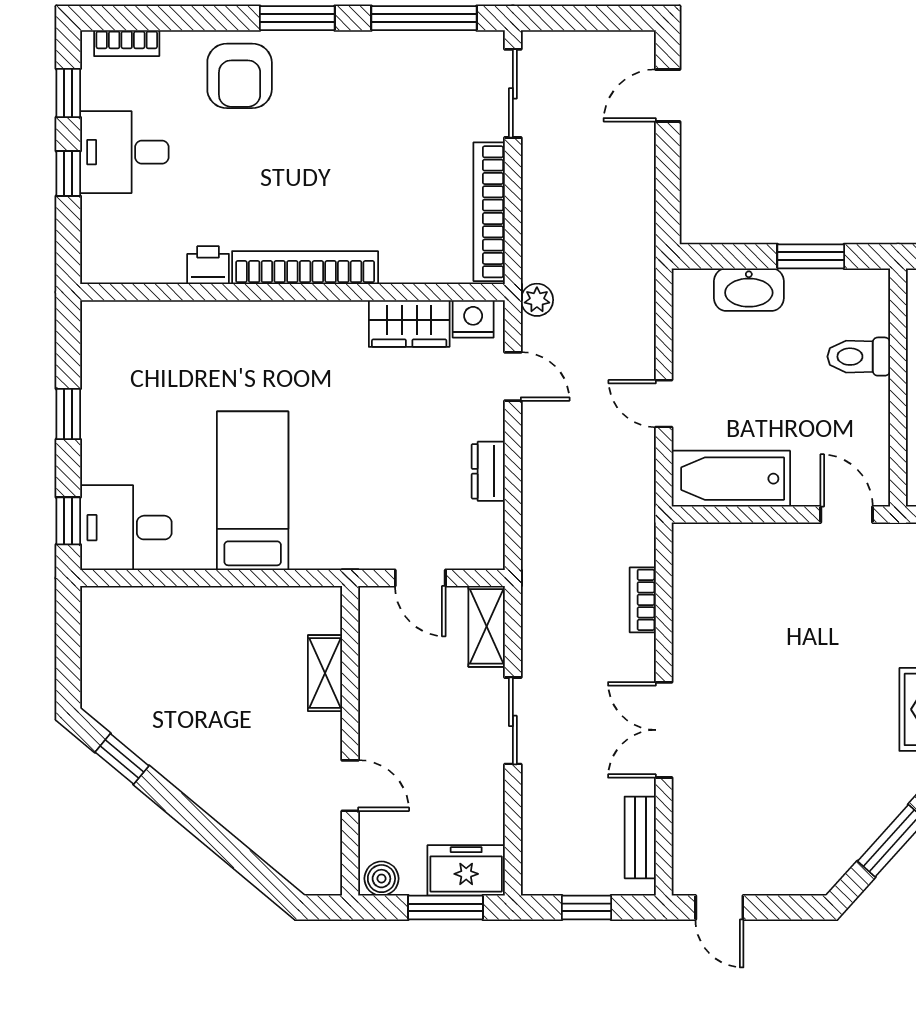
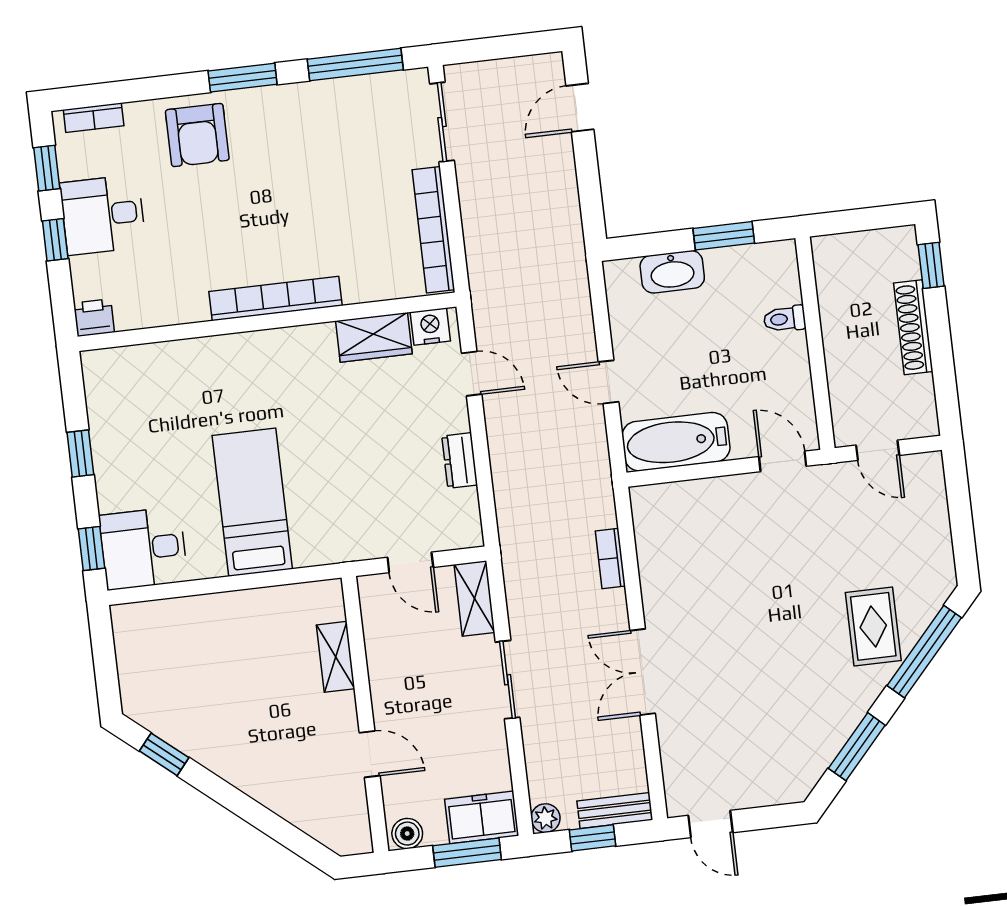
printer: (208, 265) -> (94, 318), moved
plant: (537, 300) -> (546, 818), moved
toilet: (859, 357) -> (785, 319), width x0.73, depth x0.72
bench: (640, 837) -> (615, 810), moved, turned 90

